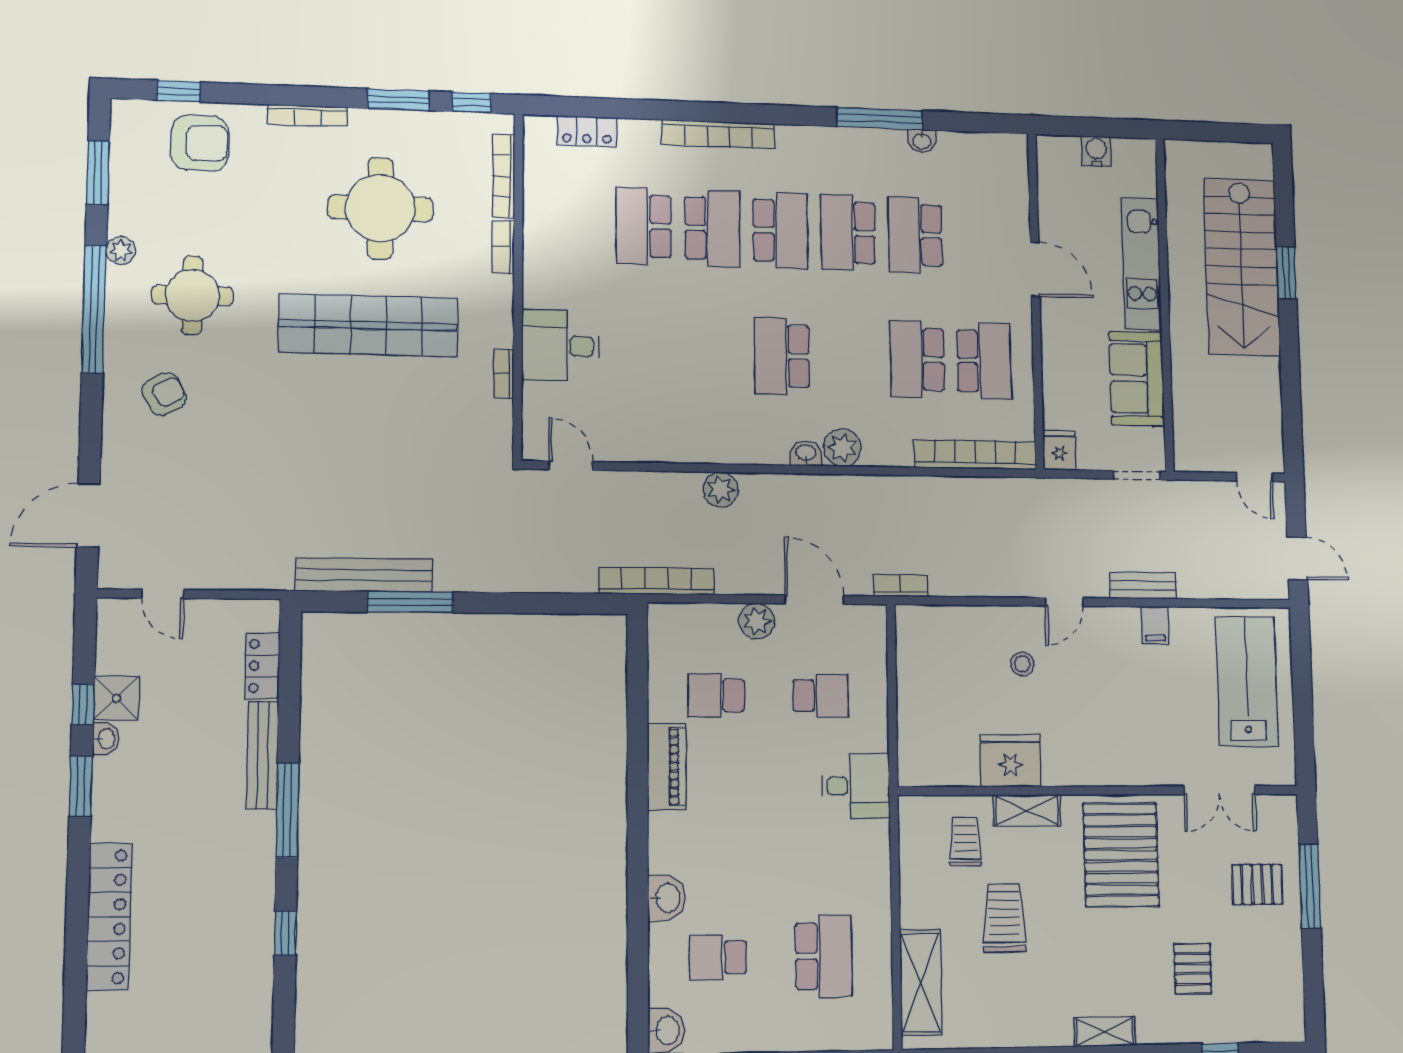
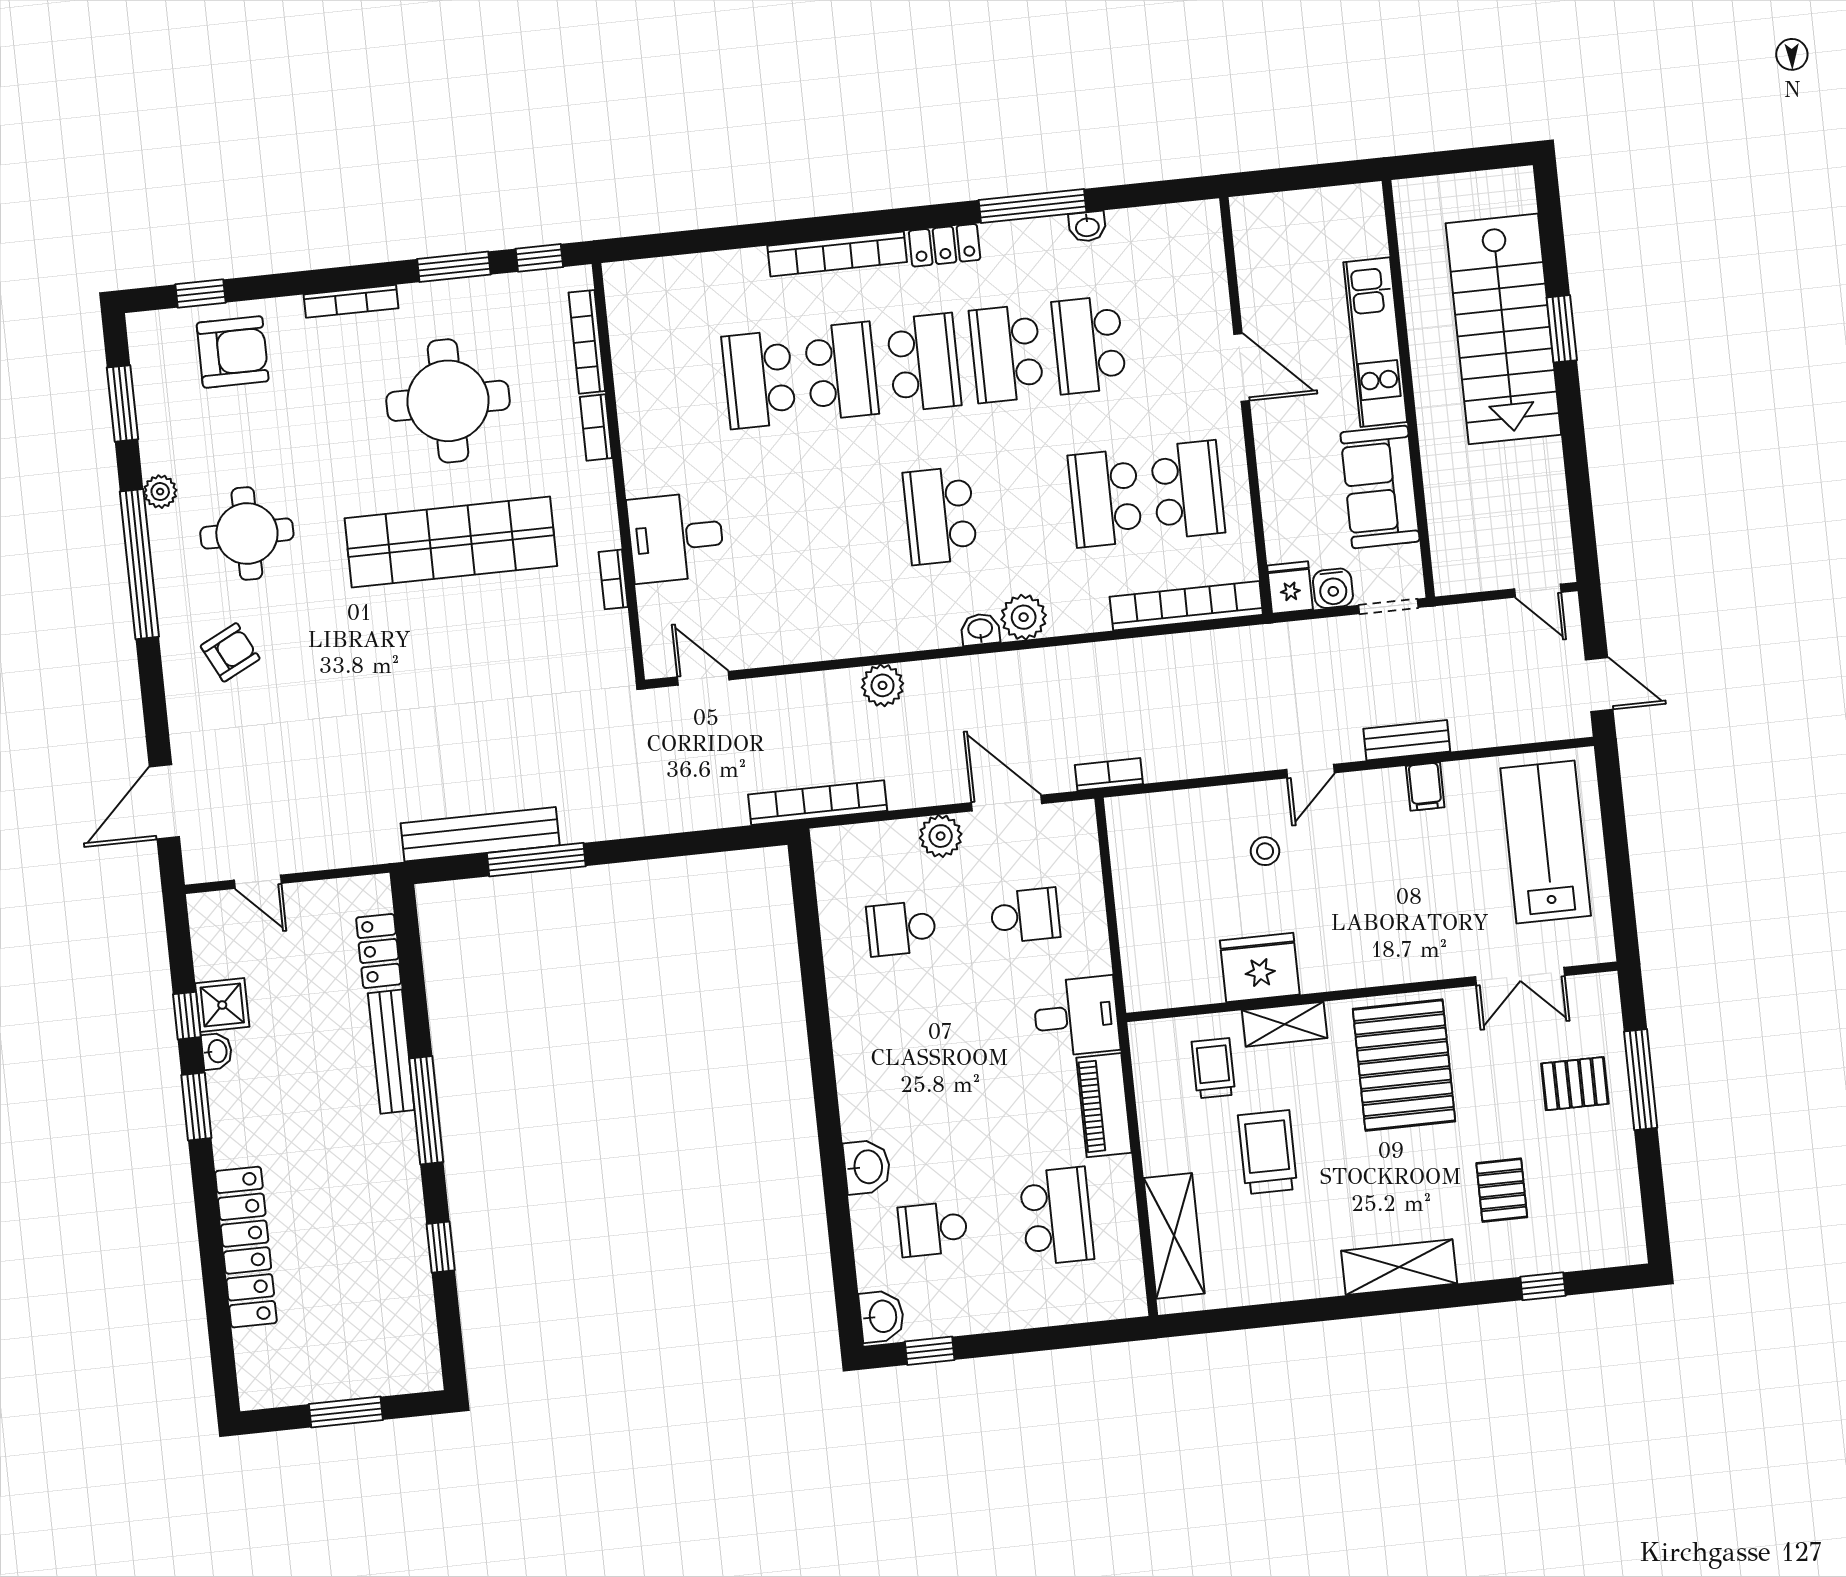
locker: (587, 131) -> (945, 245), moved
water cooler: (1096, 151) -> (1333, 588), moved, turned 180
piano: (667, 767) -> (1104, 1105), moved, turned 180
shelving: (1105, 1032) -> (1399, 1267), width x1.50, depth x1.33

